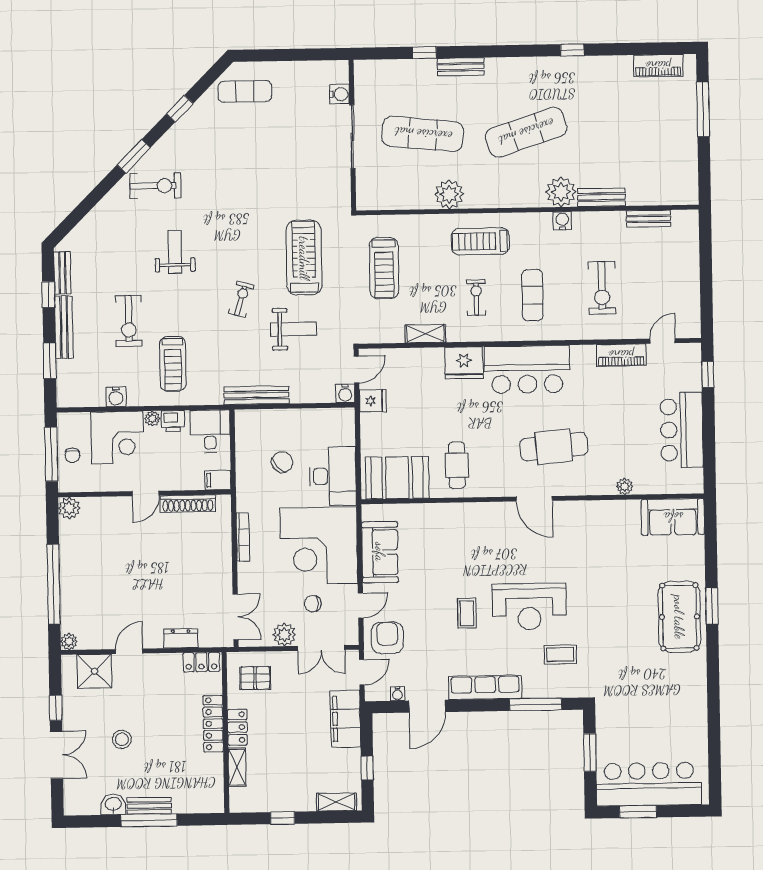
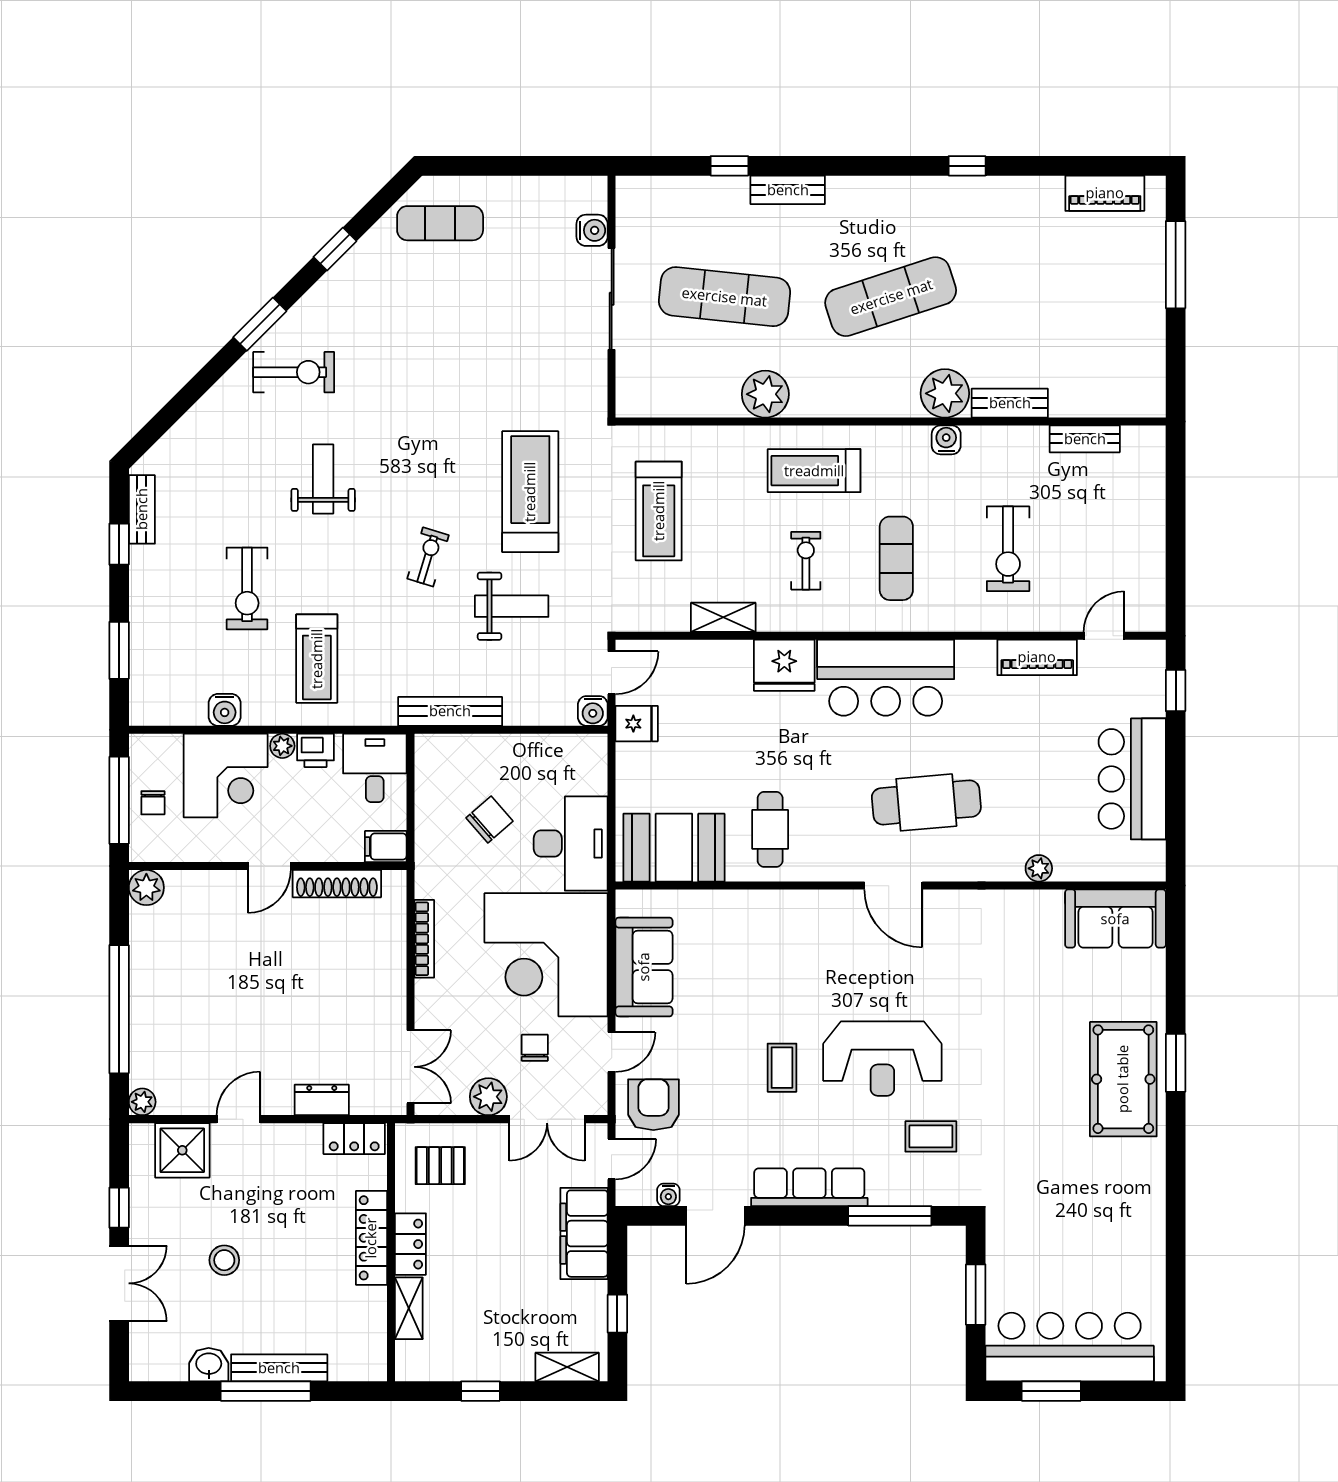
bench: (64, 327) -> (143, 597), removed
chair: (313, 604) -> (535, 1048), turned 90
bench: (149, 806) -> (279, 1368), width x1.36

